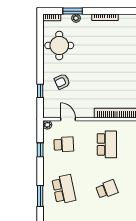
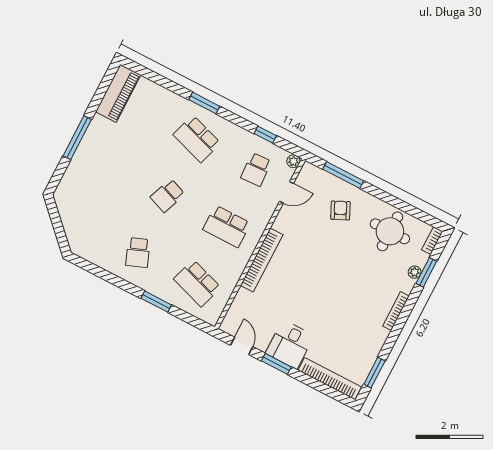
window: (40, 91) -> (343, 175), width x2.17
school desk: (64, 189) -> (197, 139), turned 30
school desk: (107, 189) -> (167, 196), turned 42

